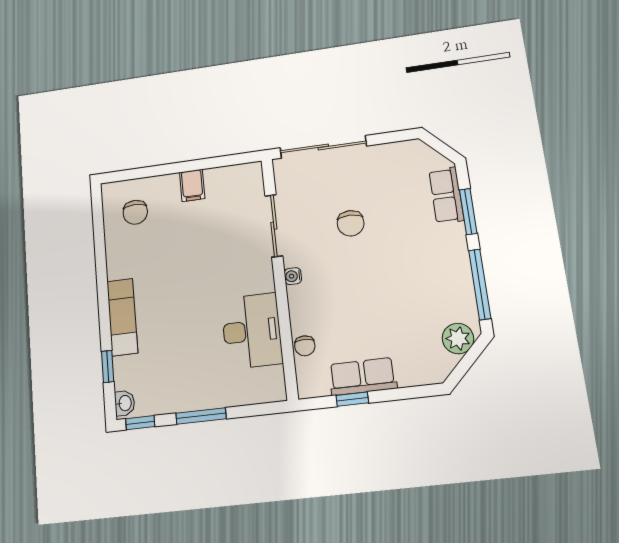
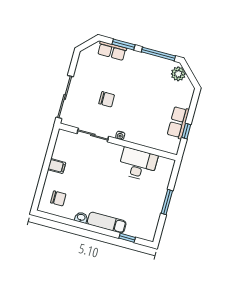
chair: (305, 346) -> (154, 143), removed
washbasin: (125, 403) -> (81, 218), moved
window: (140, 423) -> (159, 231), removed

